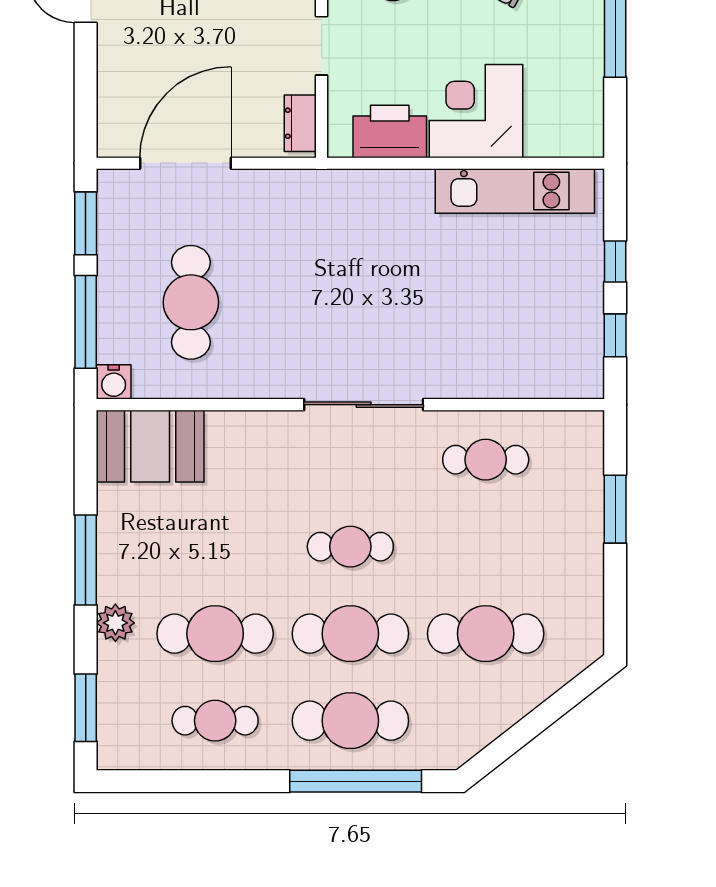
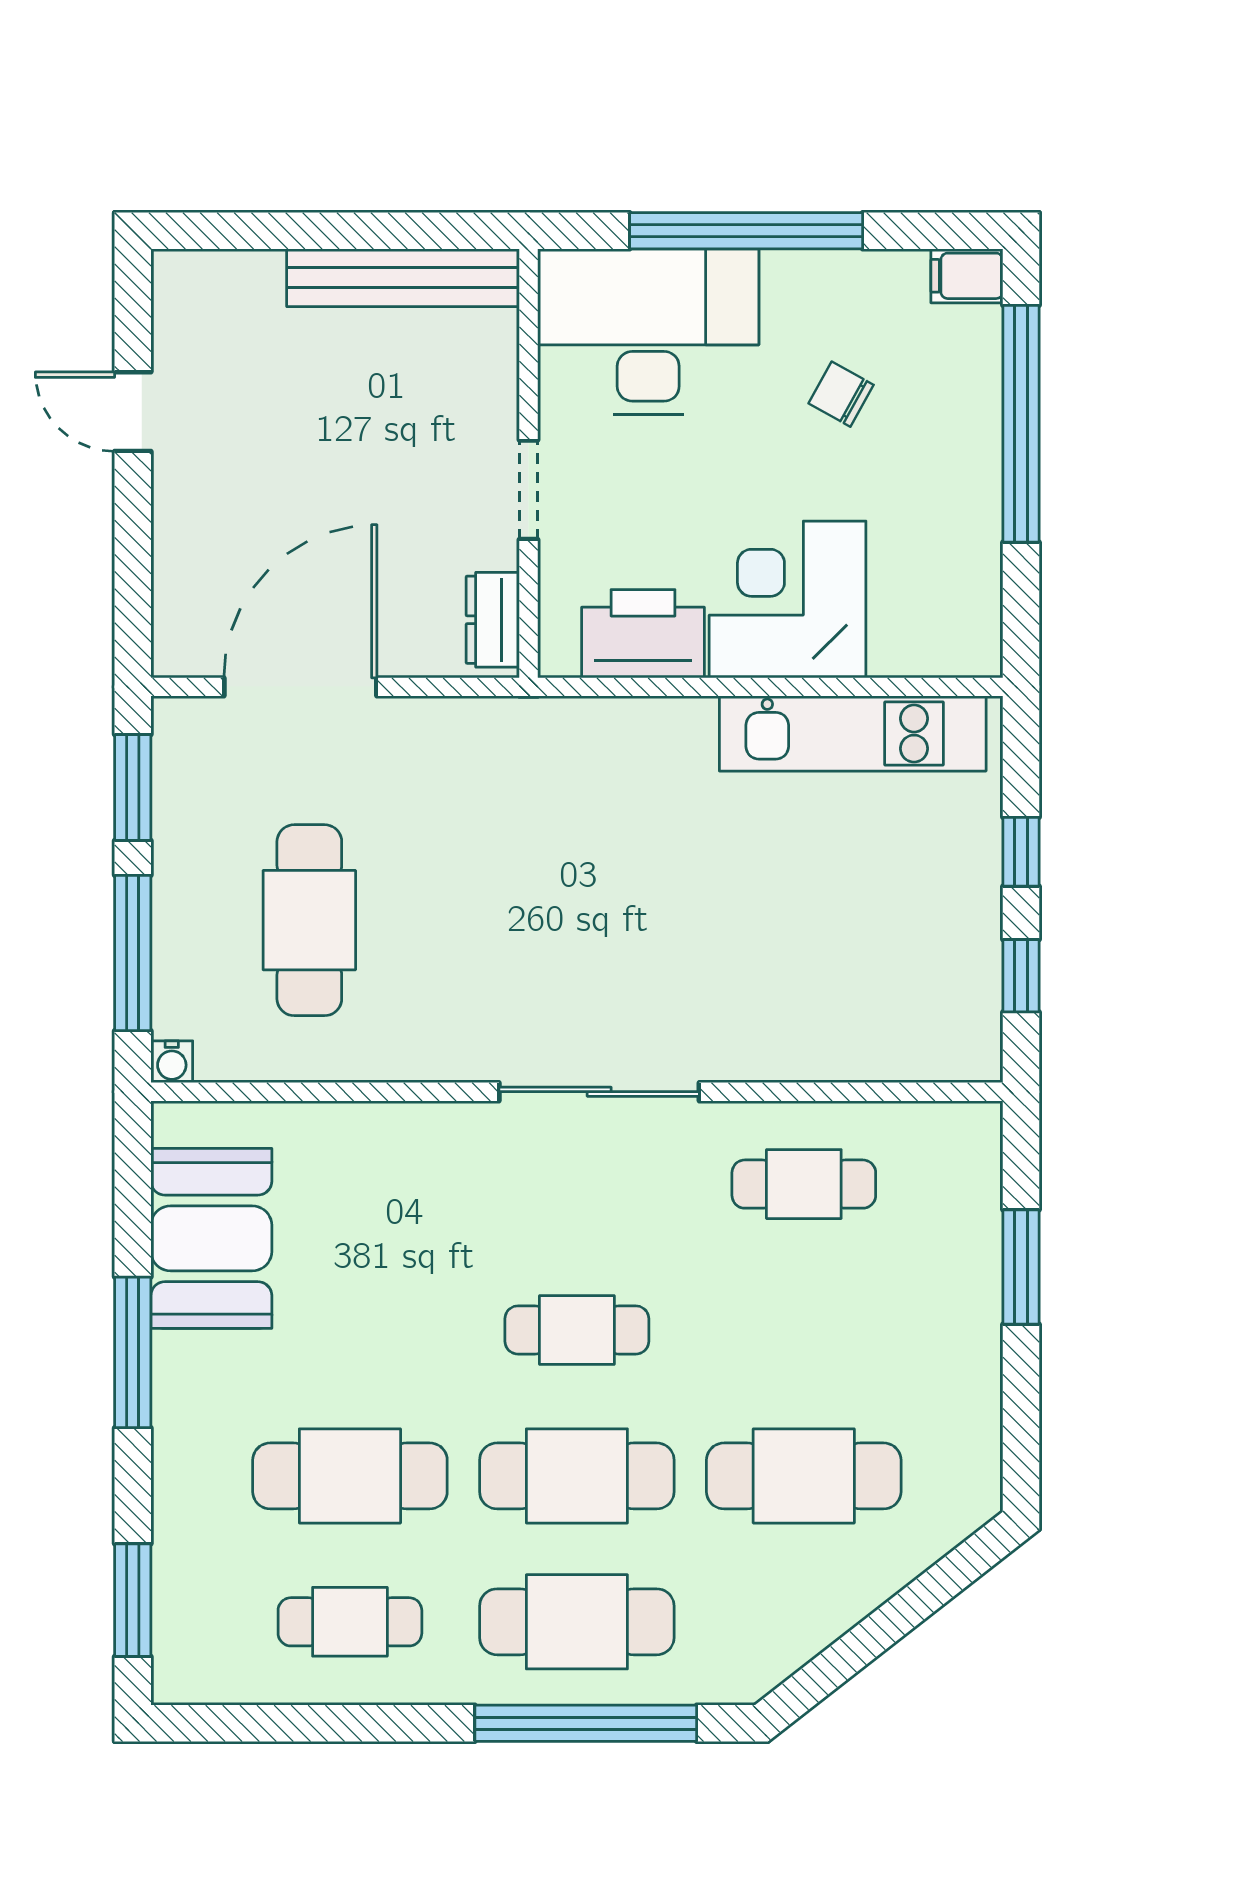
water cooler: (114, 382) -> (172, 1062), width x0.72, depth x0.72
booth: (150, 446) -> (211, 1238), moved, turned 90
plant: (115, 623) -> (183, 1458), removed

